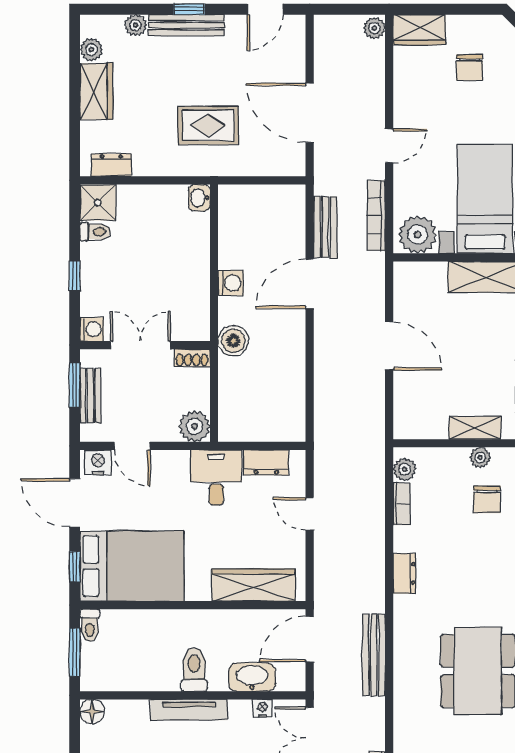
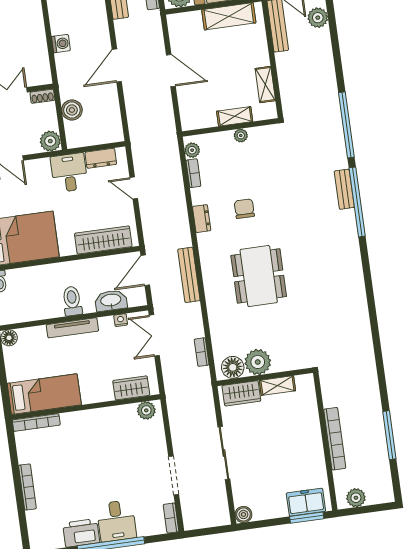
door: (310, 284) -> (117, 66), moved
boiler: (233, 341) -> (72, 110), moved
chair: (487, 500) -> (244, 209), moved, turned 180

